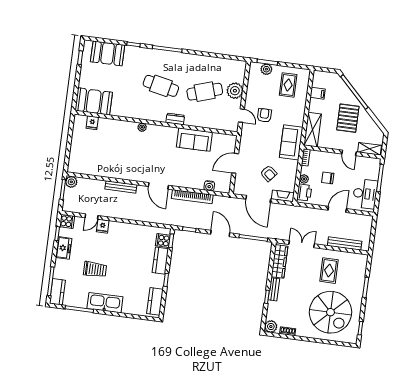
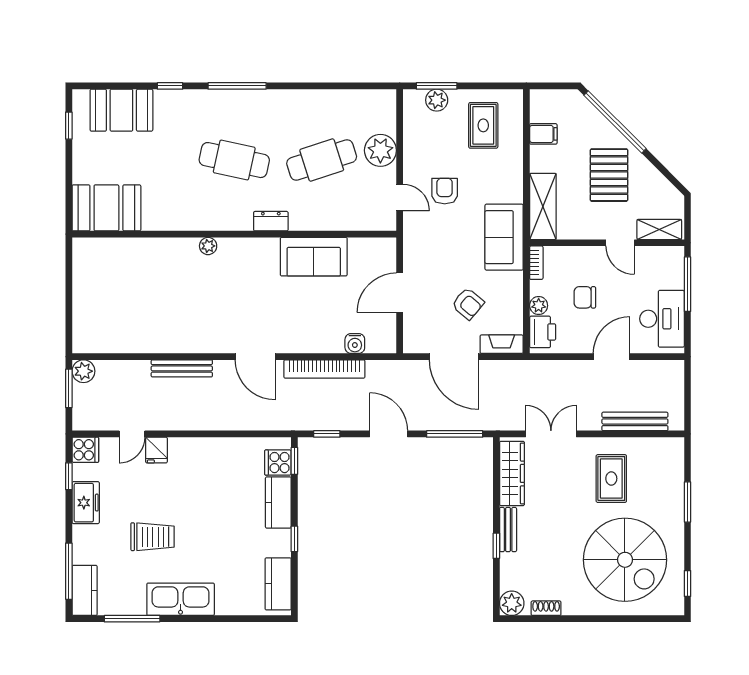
fridge: (92, 123) -> (109, 250), removed

